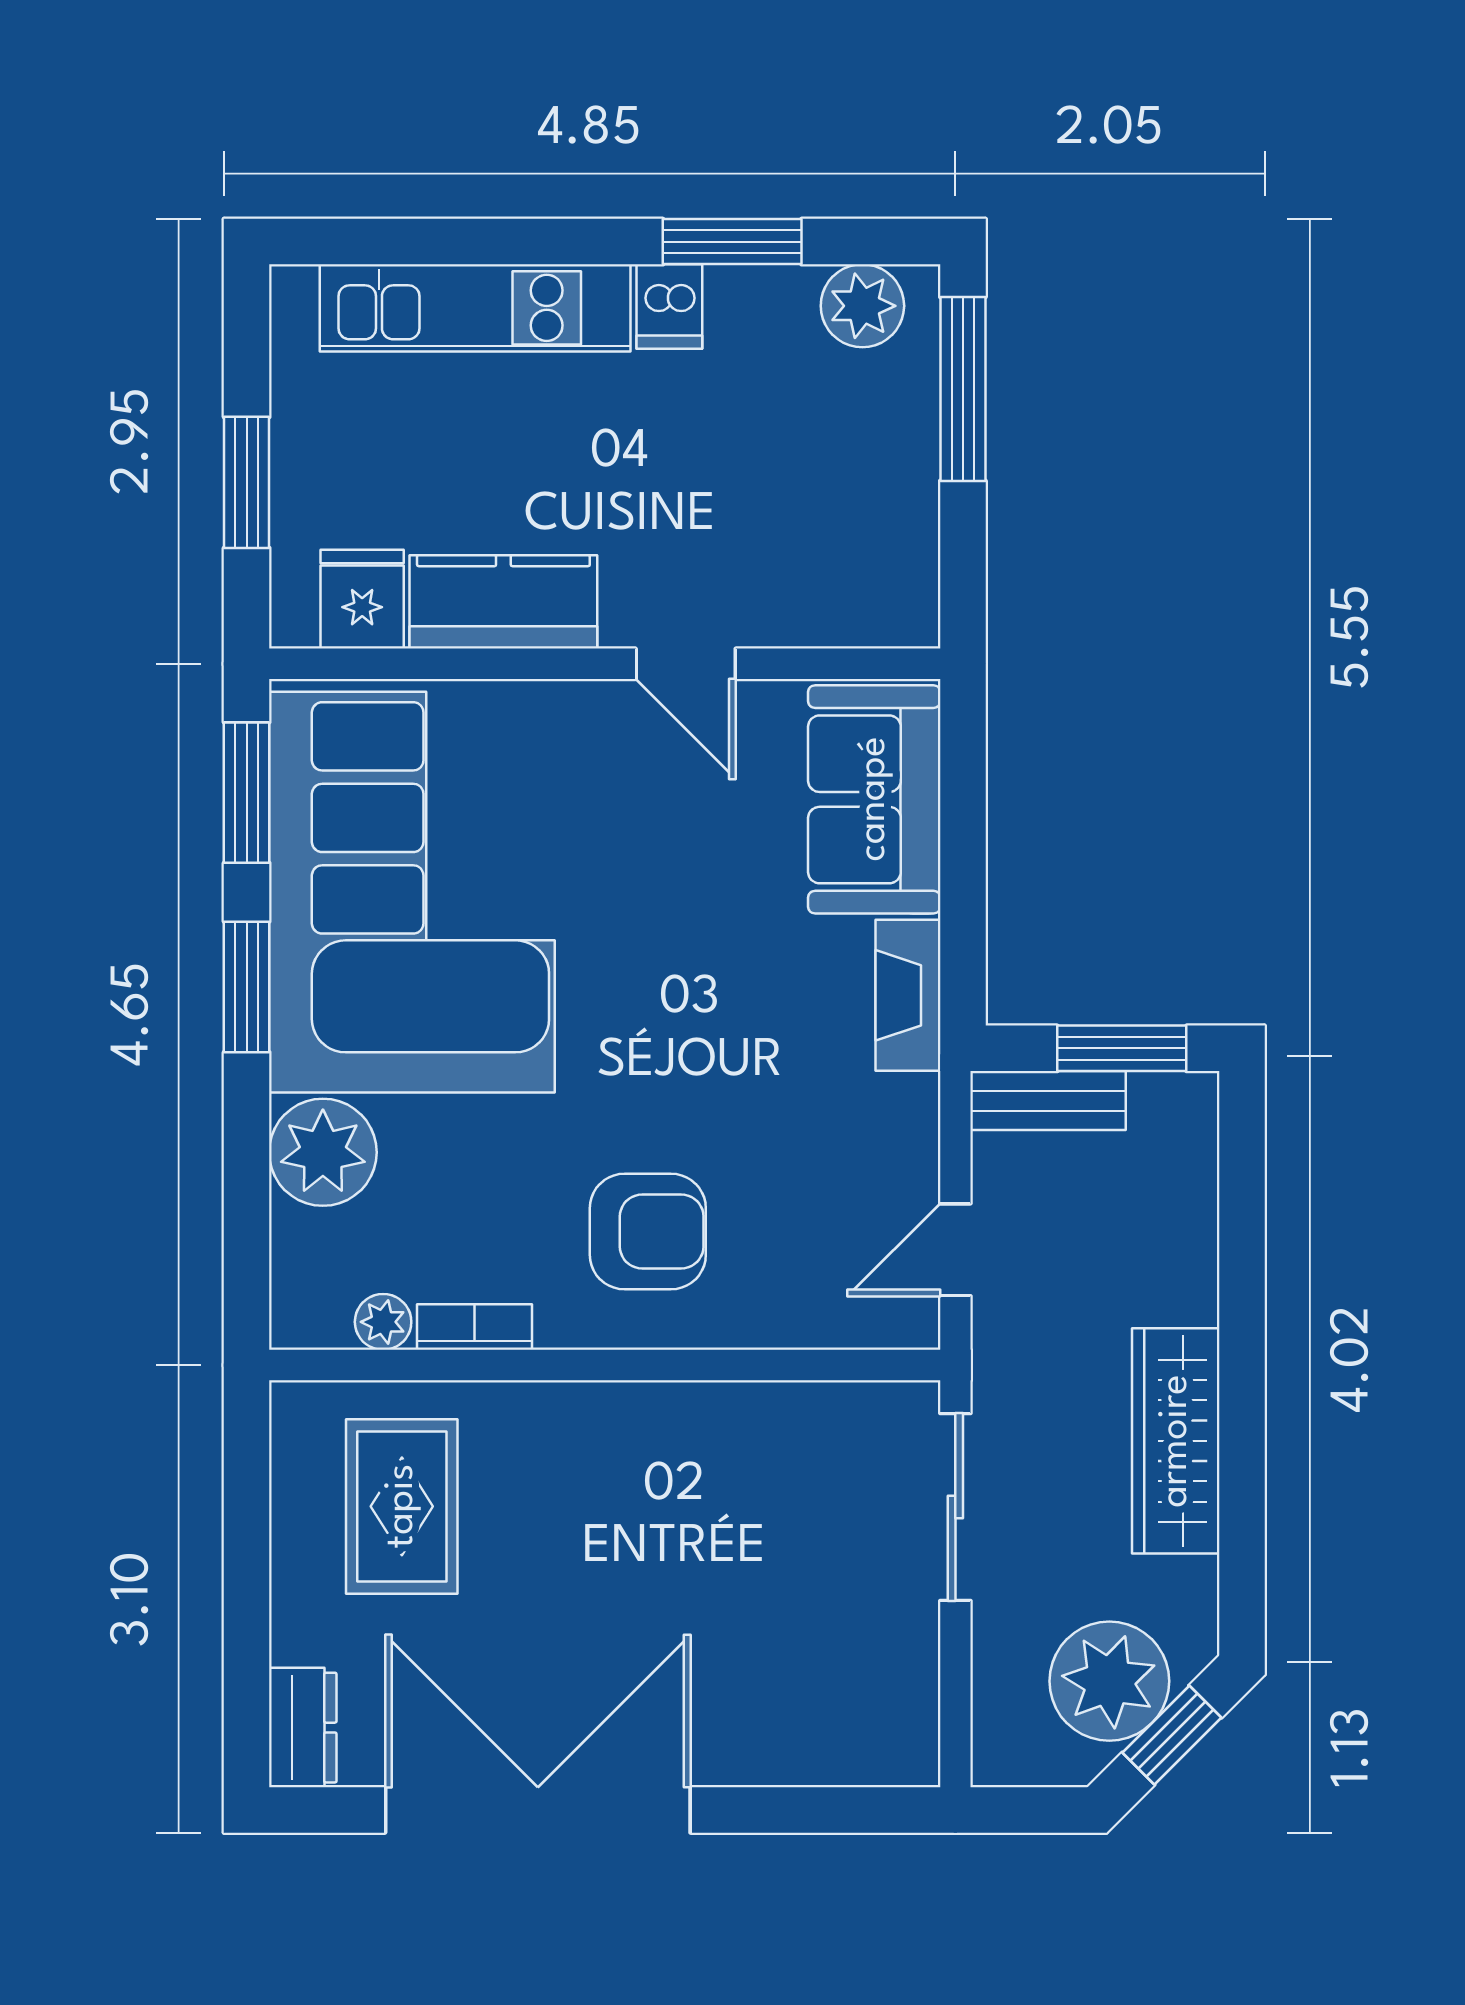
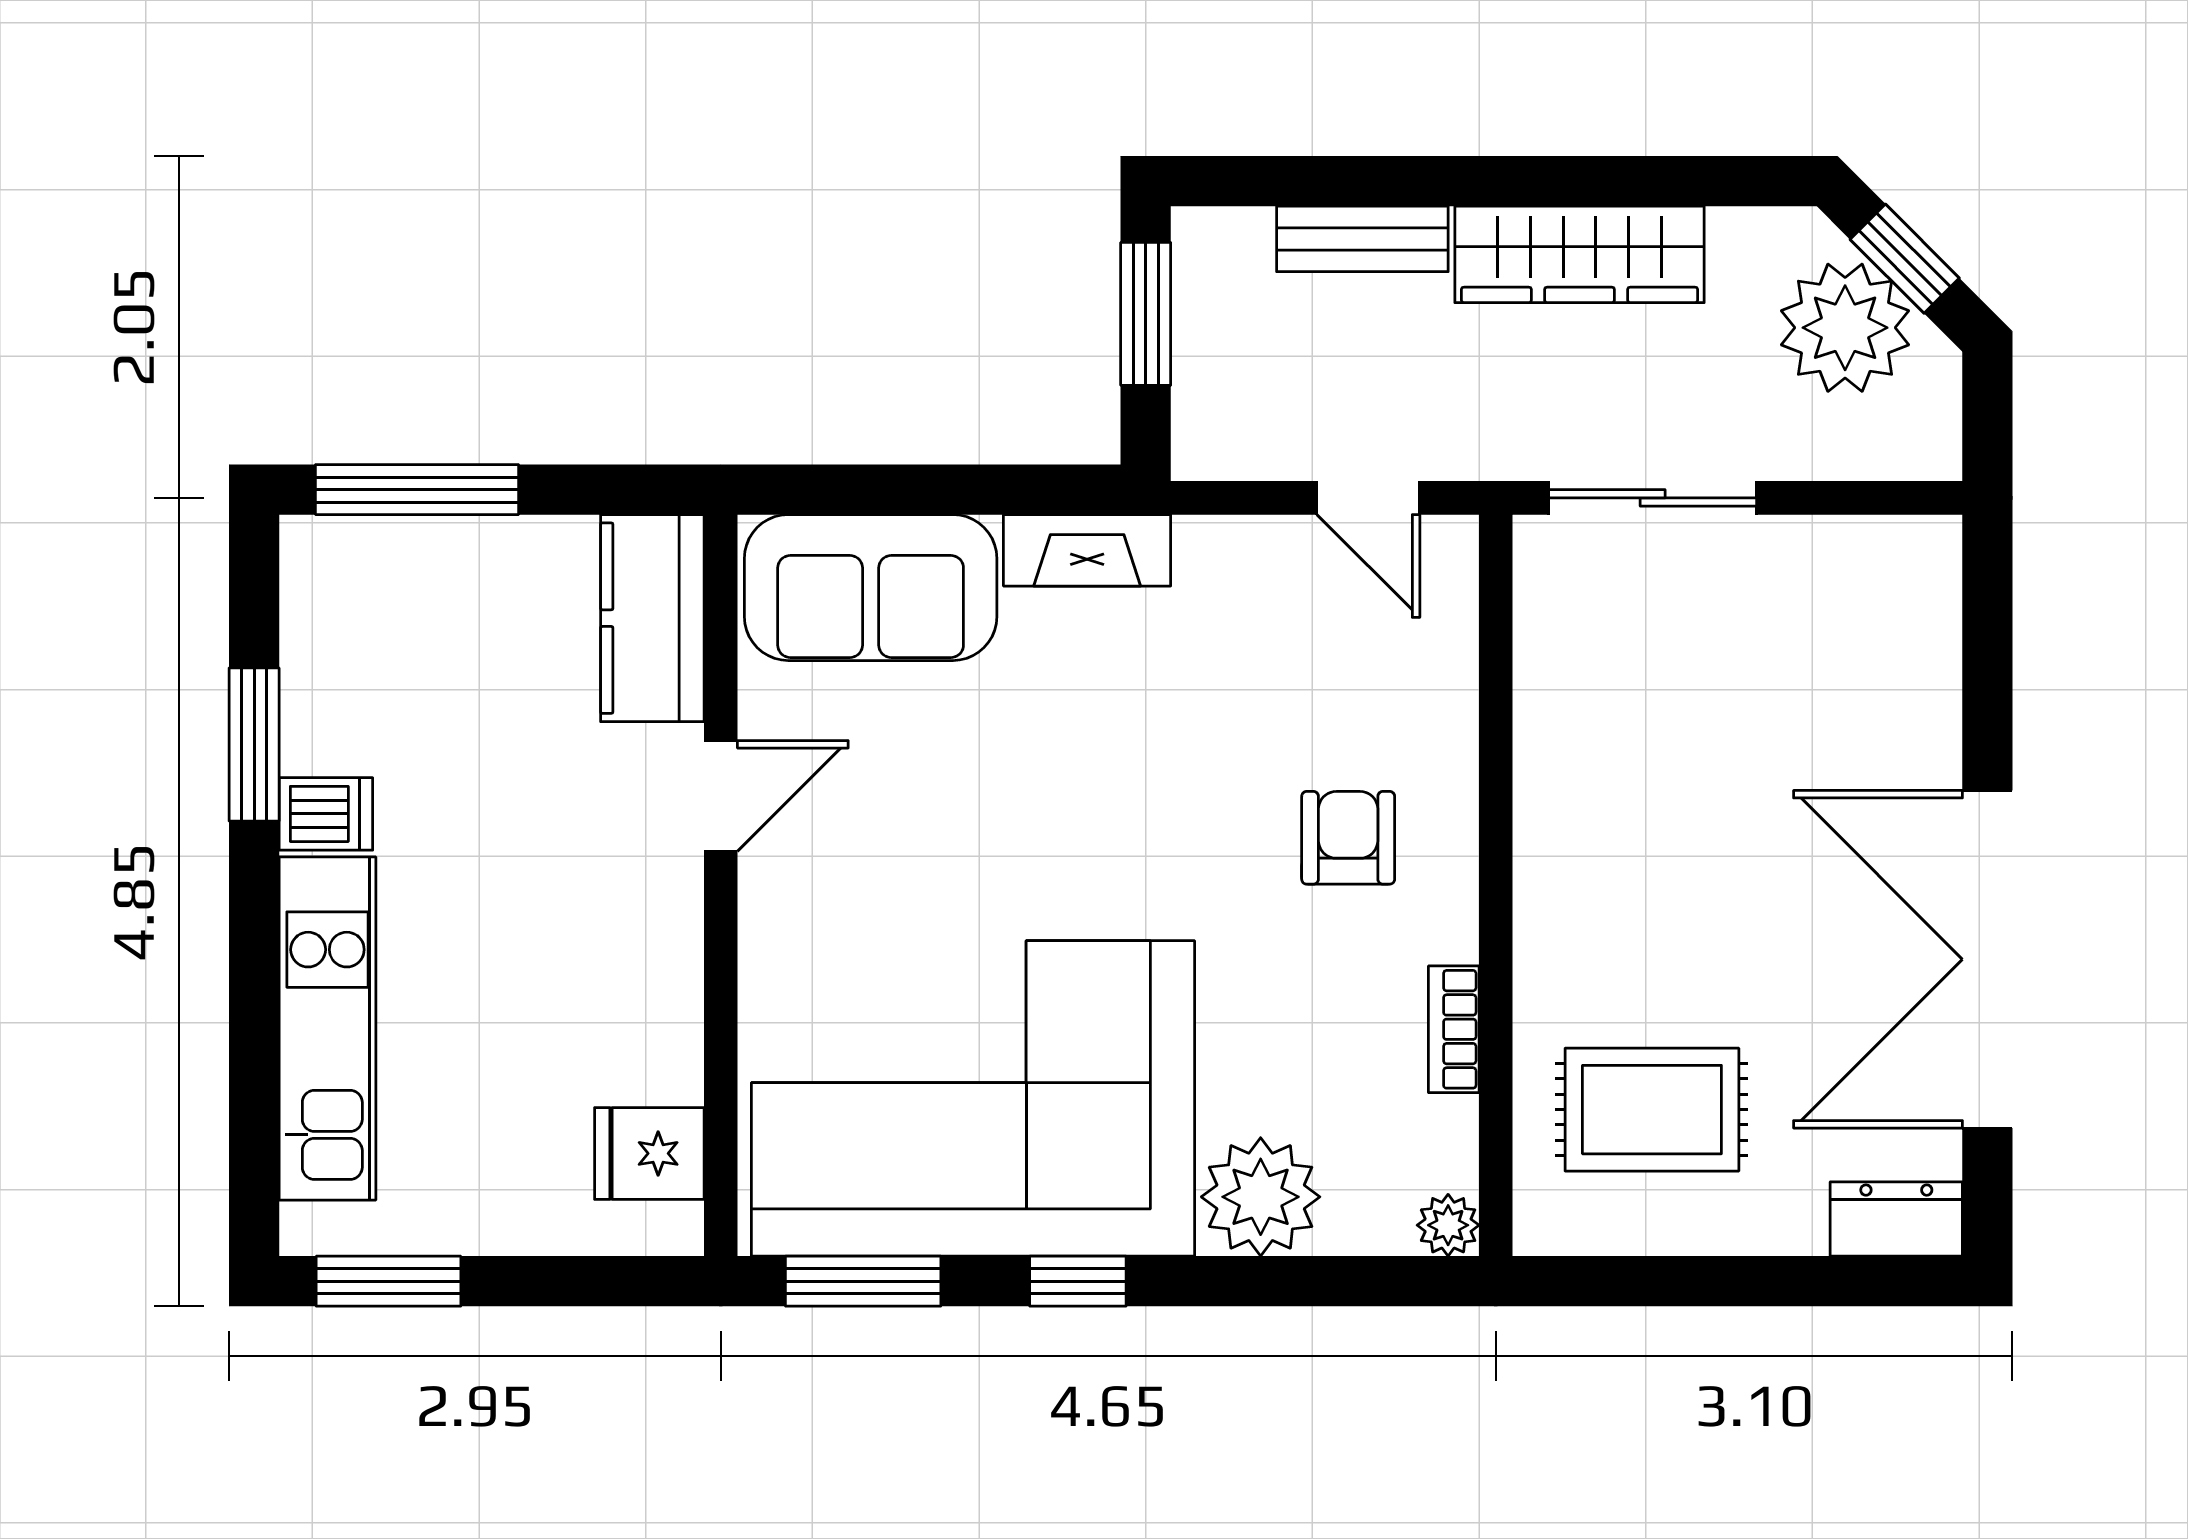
plant: (862, 306) -> (325, 601), removed
window: (247, 482) -> (389, 1281), moved
kitchen counter: (503, 602) -> (652, 618), moved
window: (247, 987) -> (1078, 1281), width x0.67
bench: (1048, 1101) -> (1362, 239), moved, turned 90
armchair: (648, 1232) -> (1348, 838), width x0.72, depth x0.72
plant: (383, 1322) -> (1448, 1225), moved

